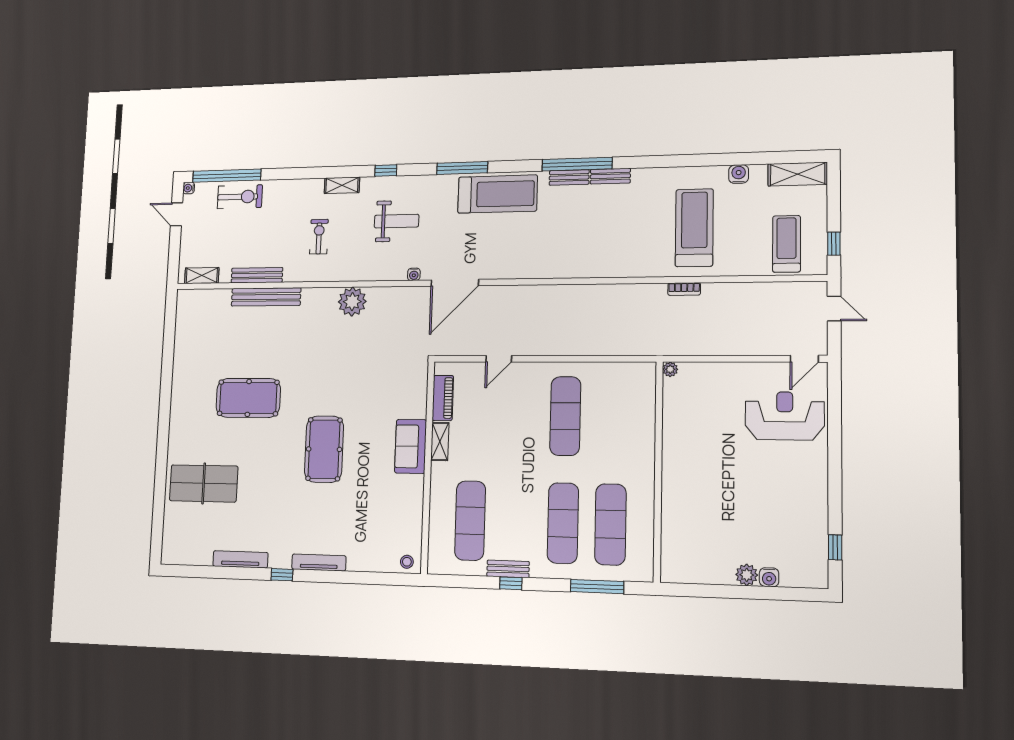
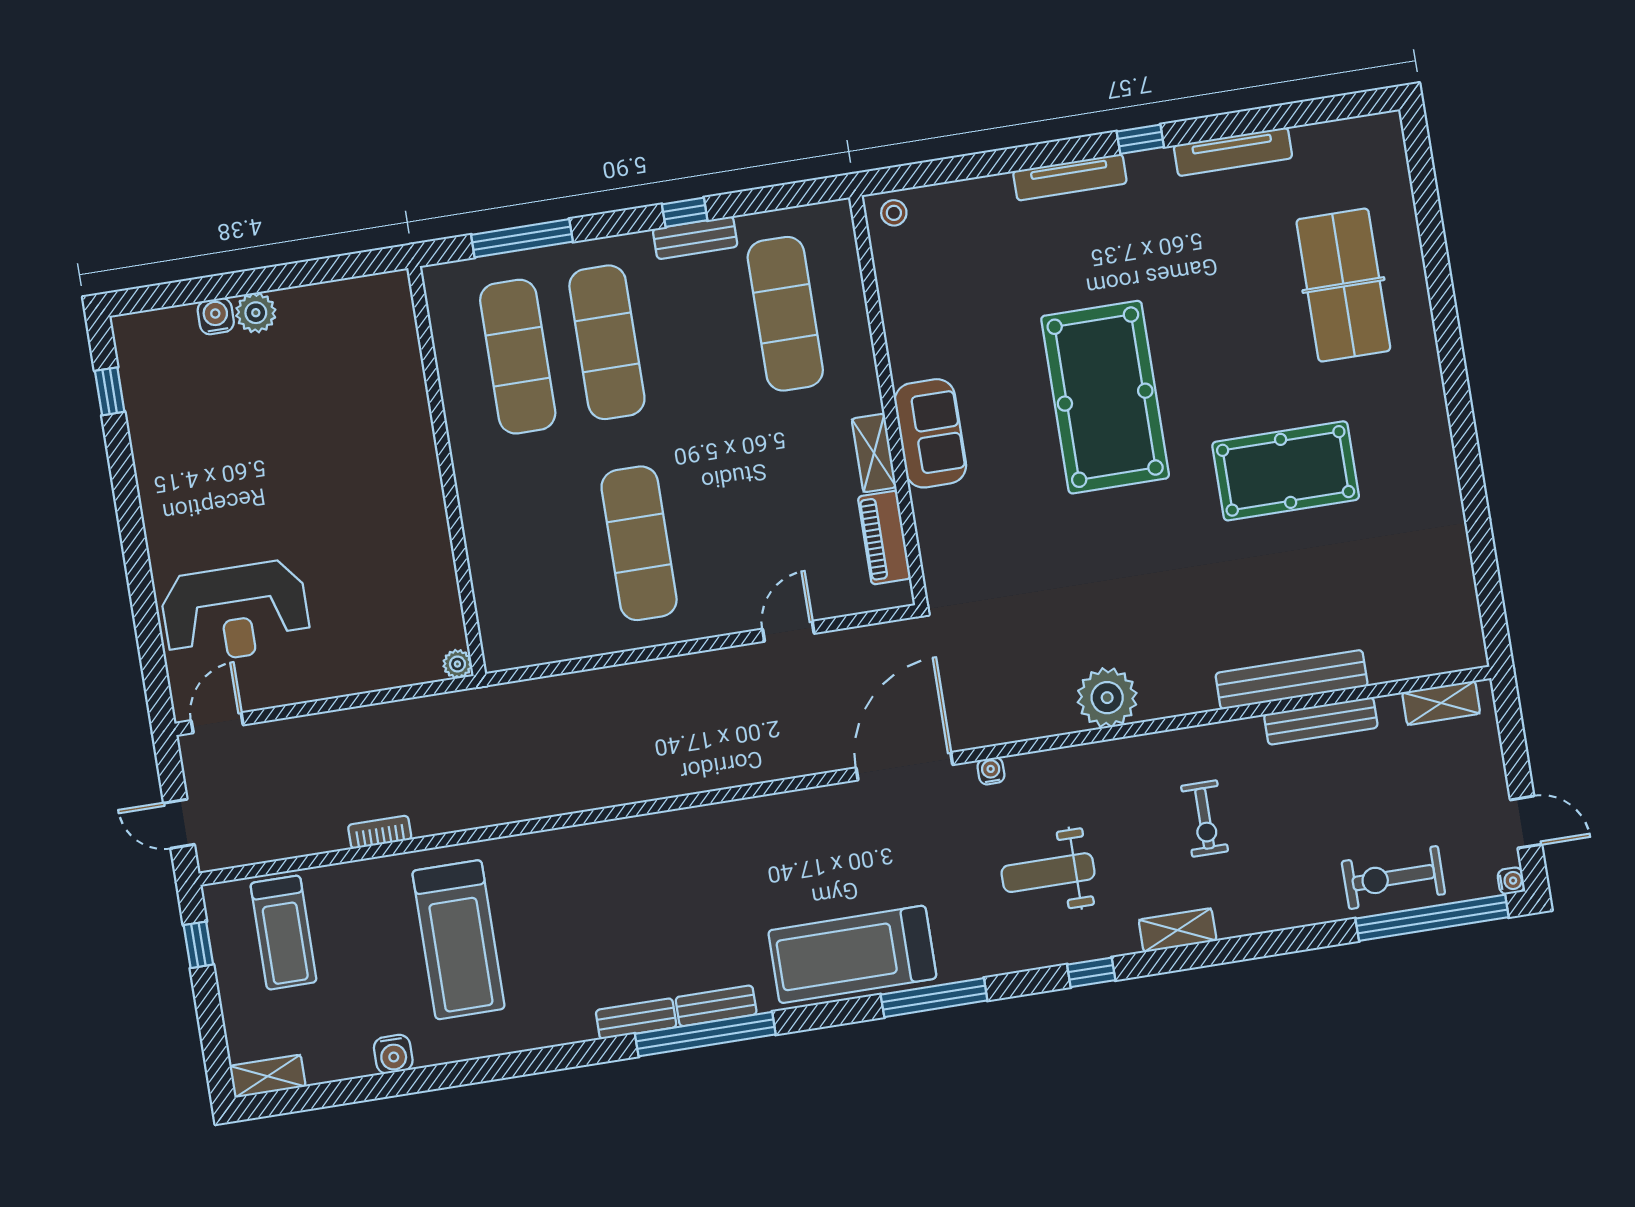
shelving: (798, 174) -> (268, 1076), width x0.67, depth x0.75
bookcase: (684, 289) -> (380, 832), moved
pool table: (324, 449) -> (1105, 397), width x1.36, depth x1.32
table tennis table: (204, 483) -> (1343, 285), turned 90

